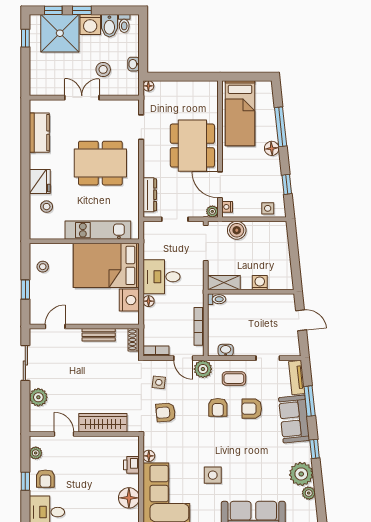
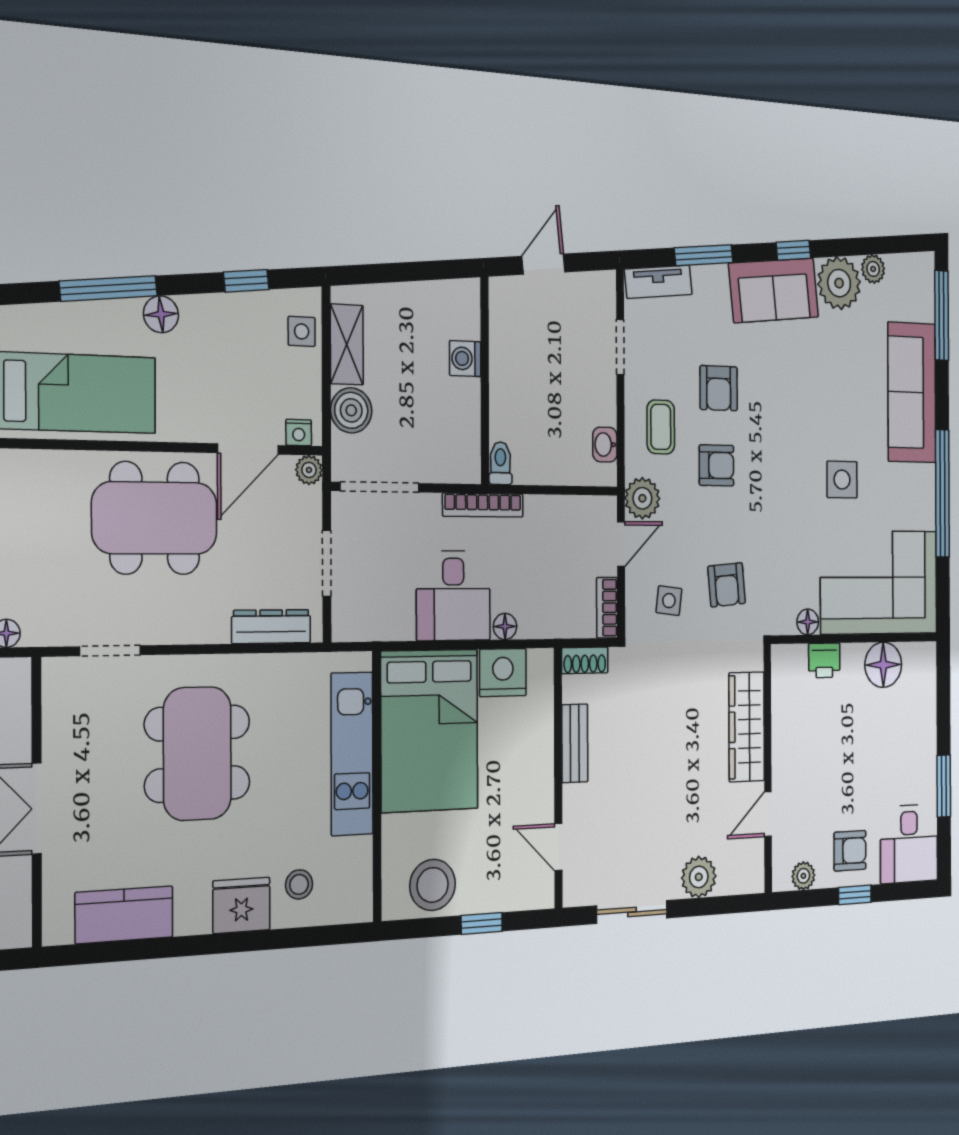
stool: (43, 267) -> (433, 885), width x1.89, depth x1.89
shelving: (224, 283) -> (347, 344), moved
bookcase: (199, 326) -> (483, 505), moved
sofa: (294, 419) -> (774, 290), moved

